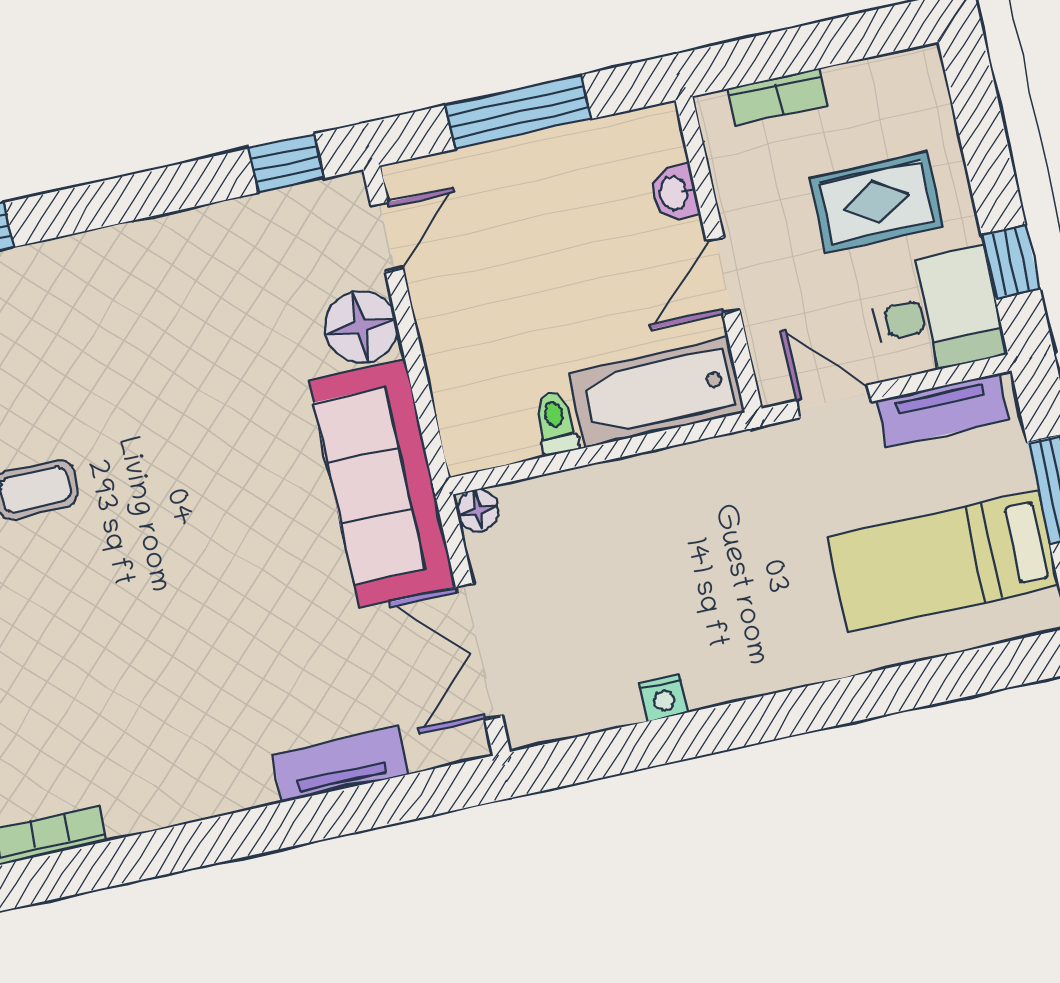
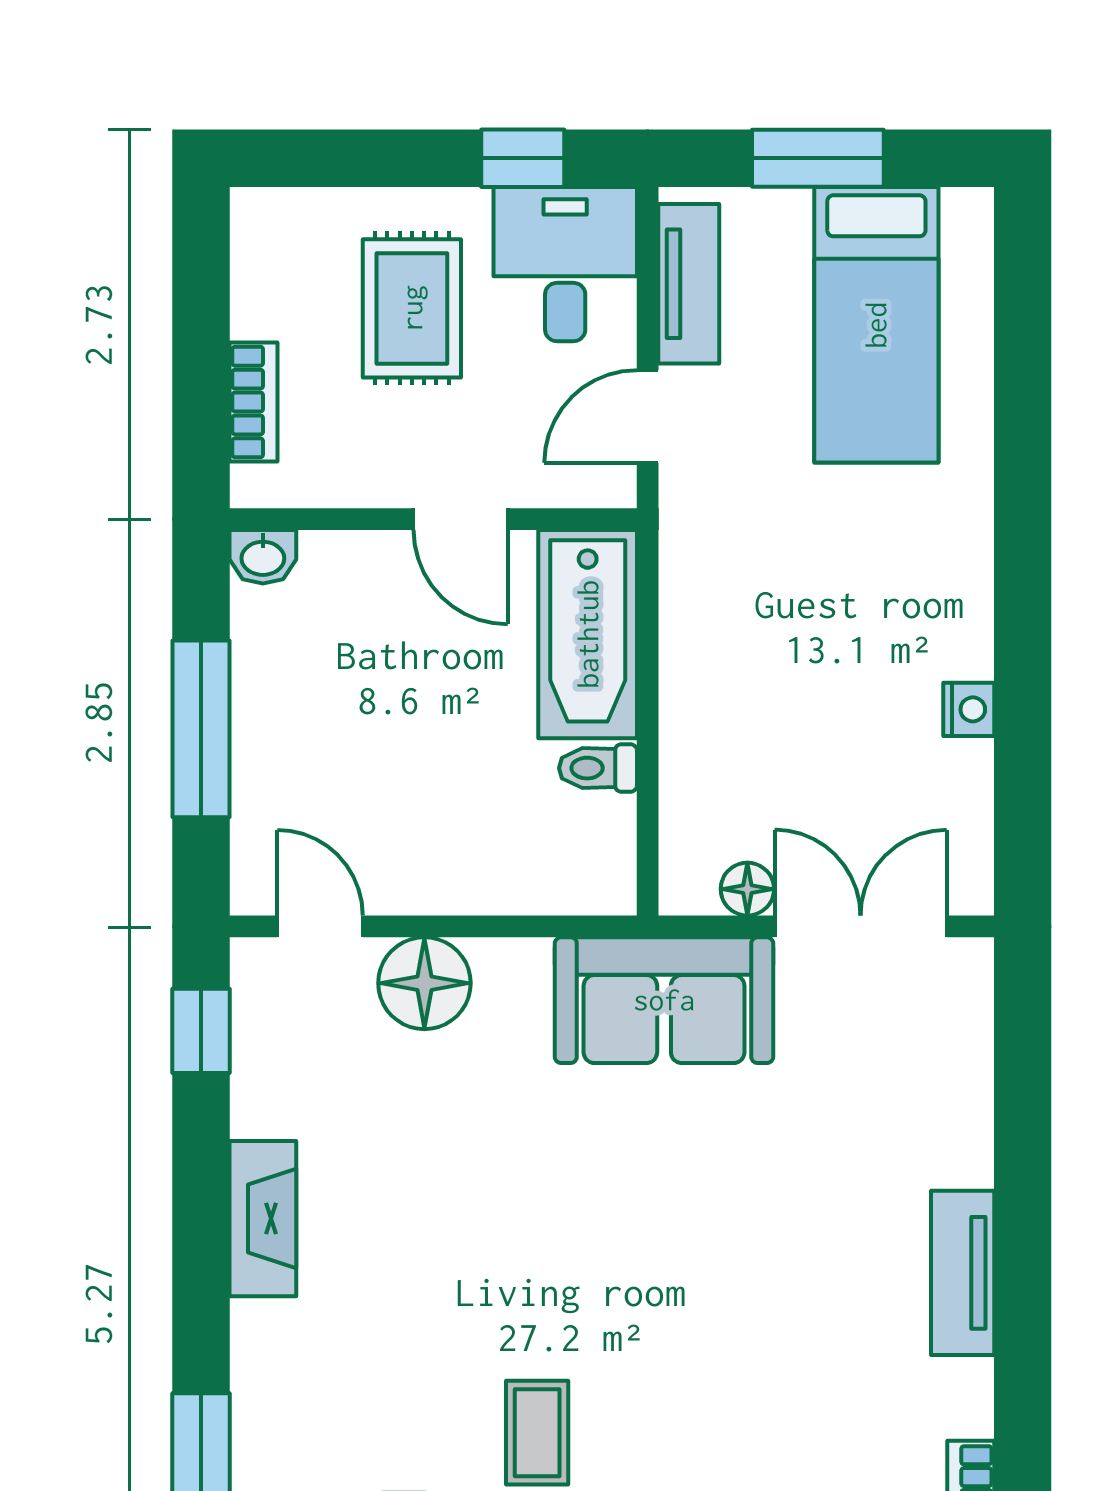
washbasin: (675, 193) -> (263, 557), moved
fireplace: (153, 243) -> (263, 1219), added
sofa: (382, 483) -> (664, 1000), width x0.73
floor lamp: (478, 510) -> (747, 889), moved
double door: (479, 651) -> (861, 926), swing flipped
tv unit: (340, 764) -> (963, 1273), moved

